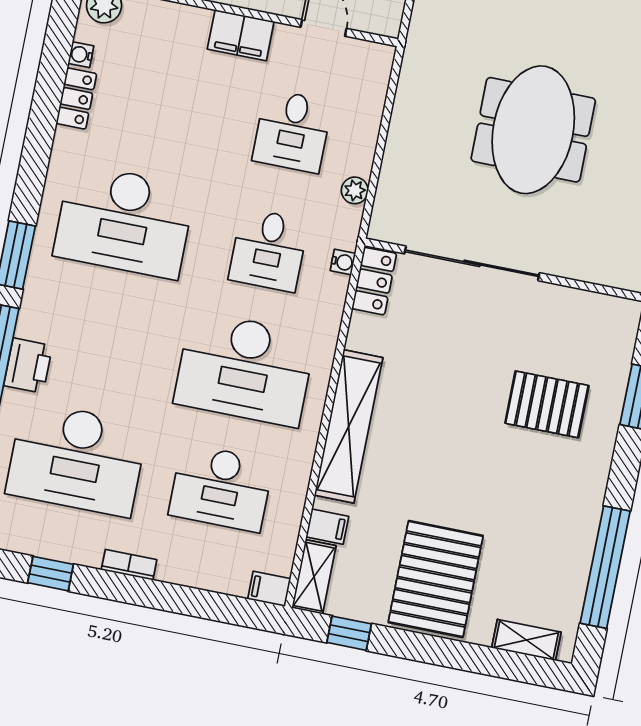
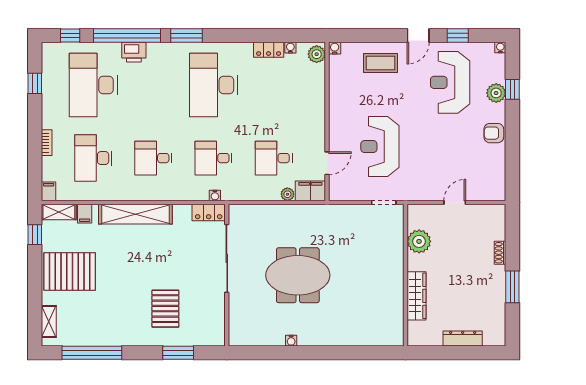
filing cabinet: (241, 35) -> (310, 191), moved, turned 90
plant: (355, 190) -> (287, 194), moved
desk: (245, 369) -> (153, 158), width x0.53, depth x0.77
bookcase: (129, 565) -> (47, 143), moved

